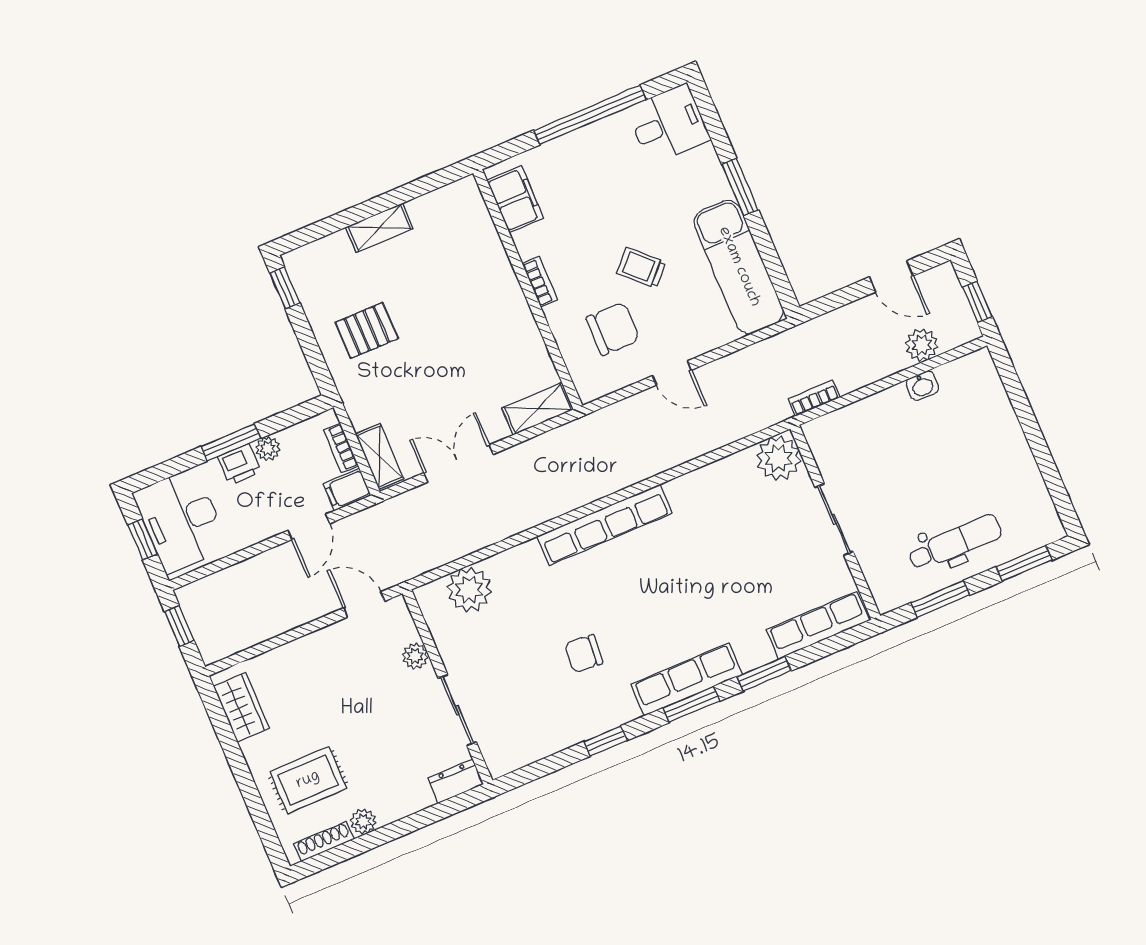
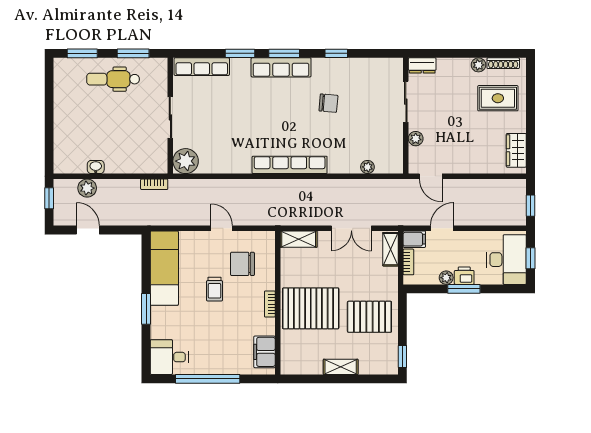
trolley: (641, 268) -> (214, 289), turned 46
pallet: (469, 303) -> (311, 308), added
pallet: (367, 330) -> (369, 317), width x1.50, depth x1.42
plant: (469, 590) -> (367, 167), width x0.53, depth x0.53

